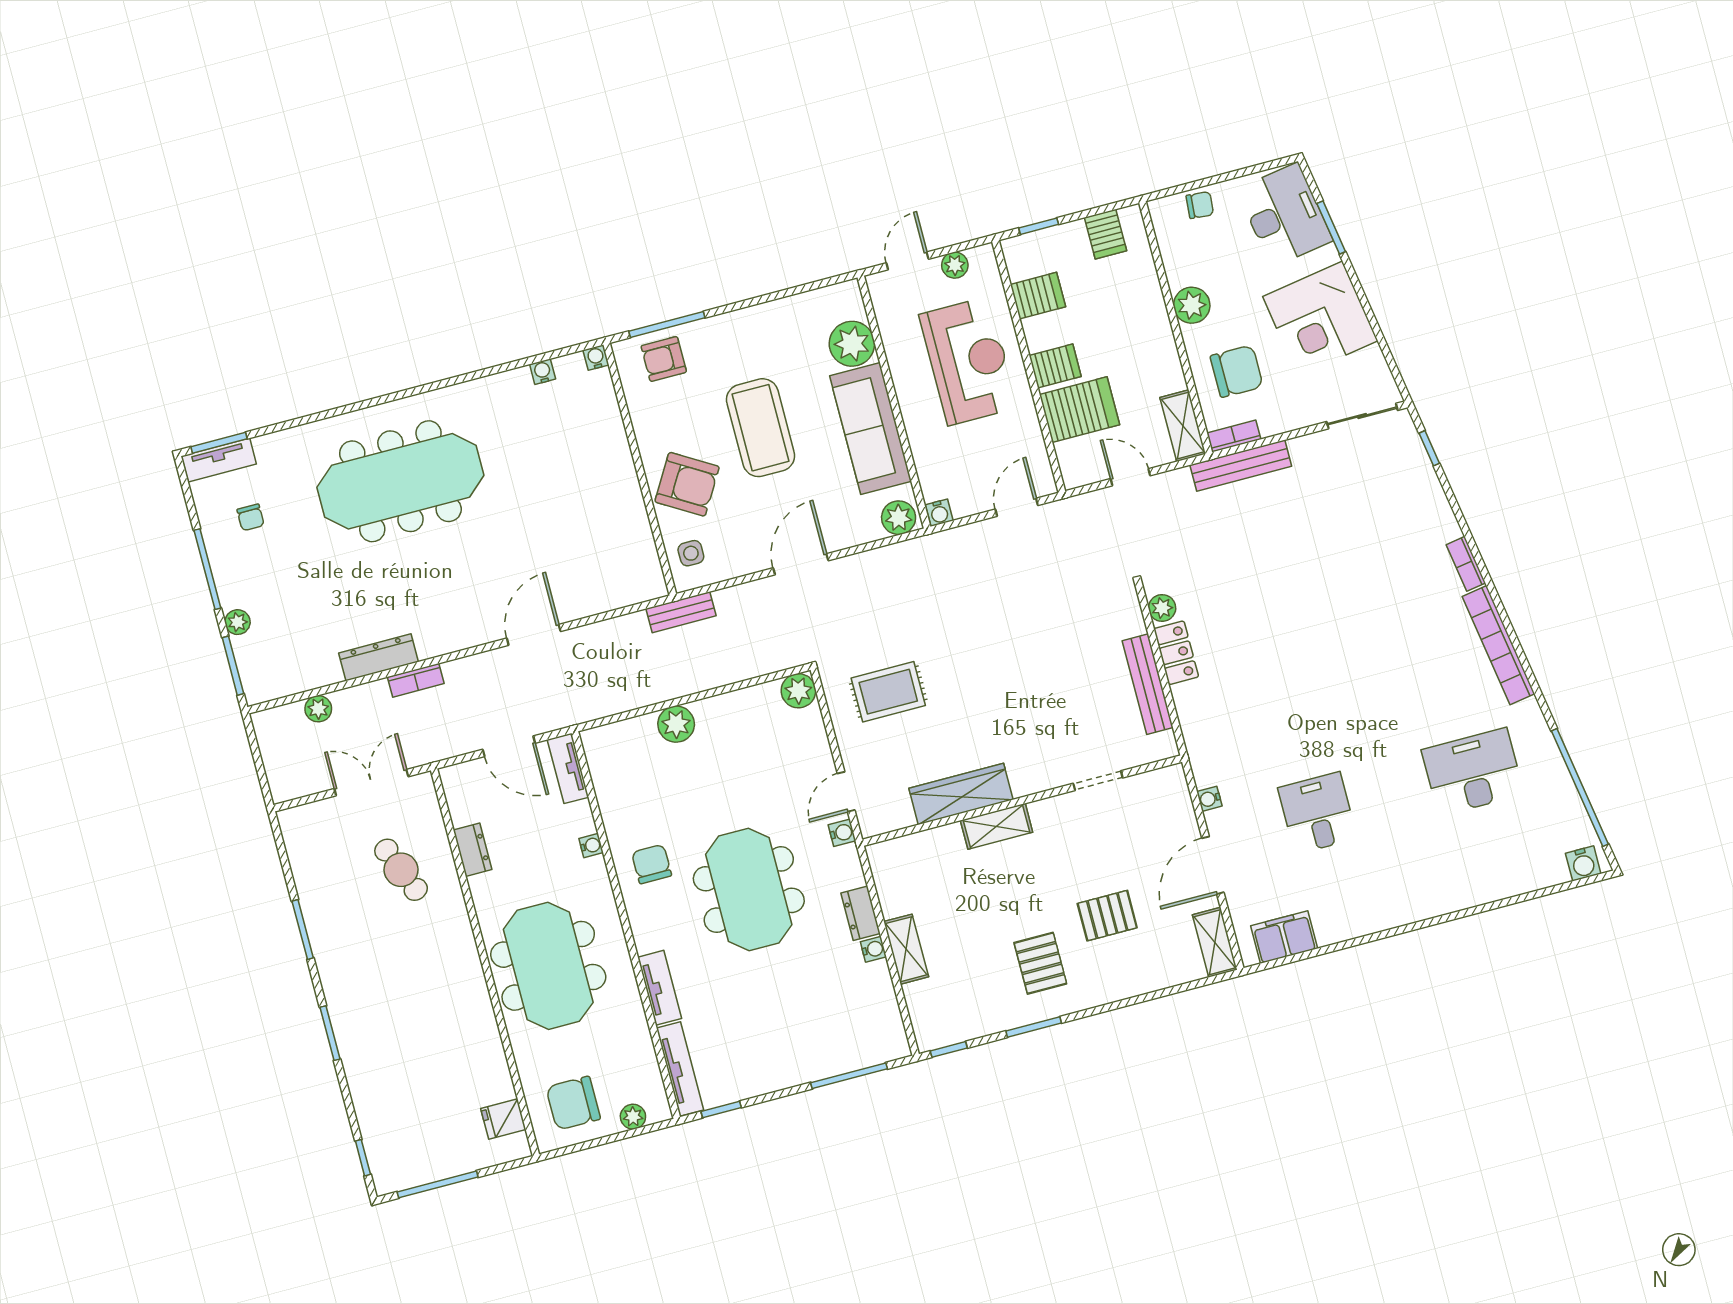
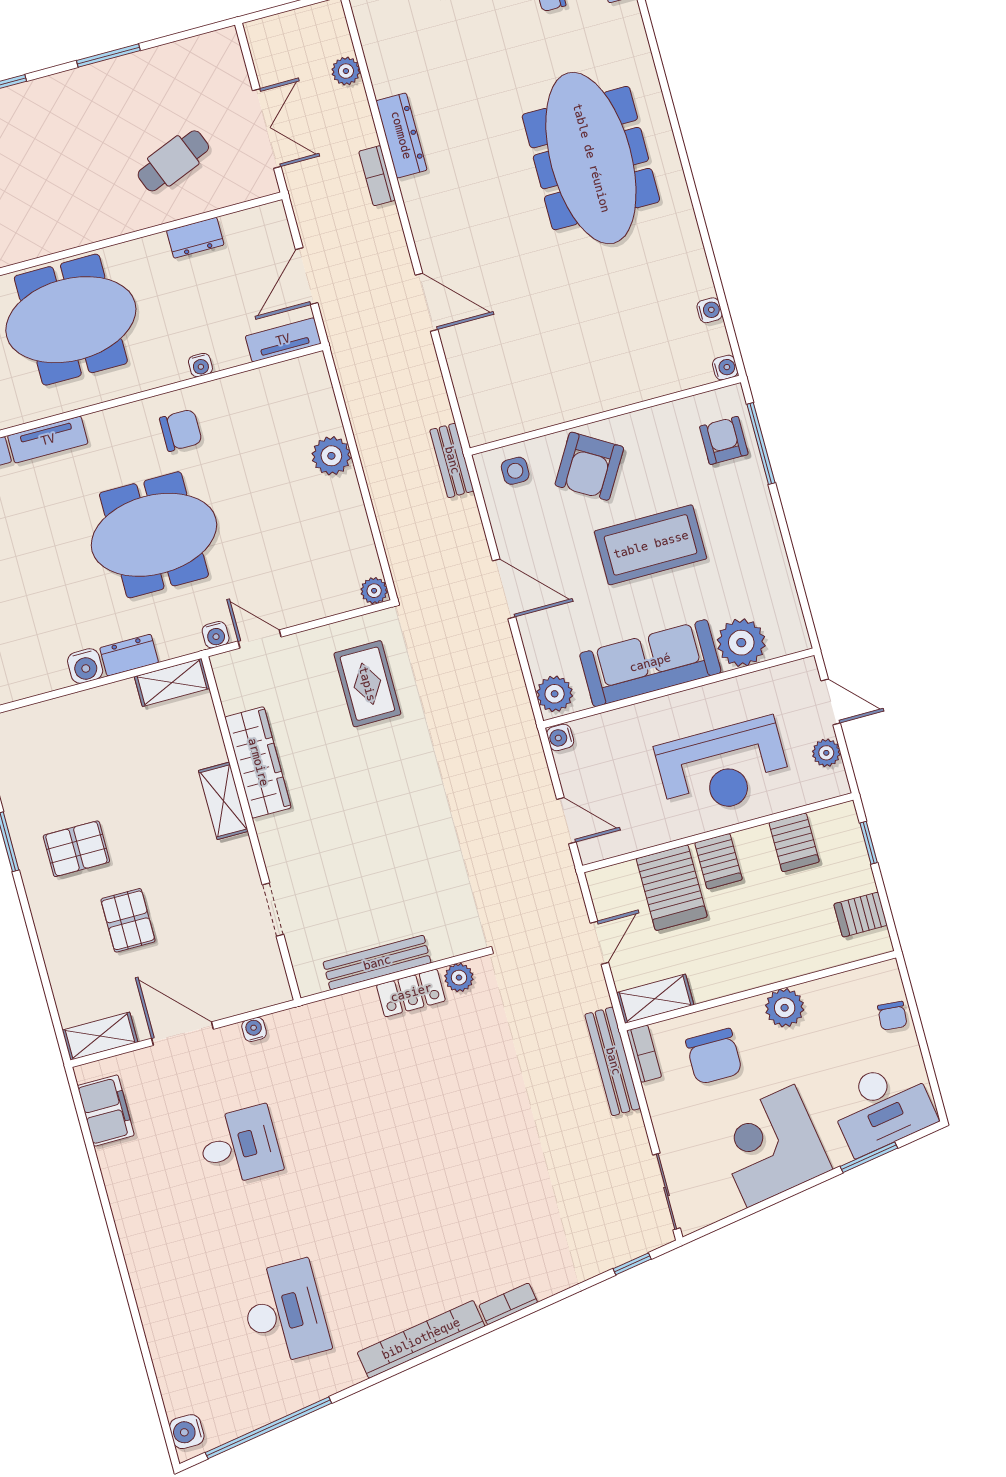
plant: (798, 691) -> (374, 591), width x0.73, depth x0.73
water cooler: (873, 949) -> (85, 666), width x1.38, depth x1.38
shelving: (906, 949) -> (172, 682), moved

